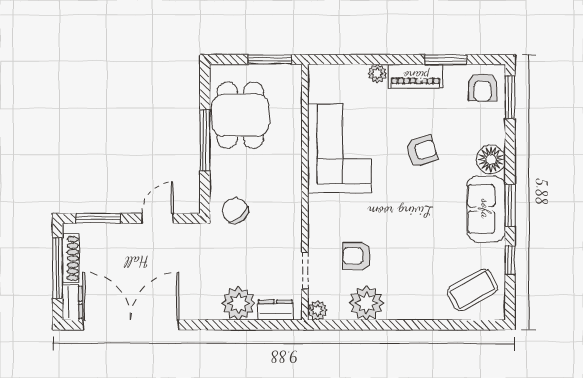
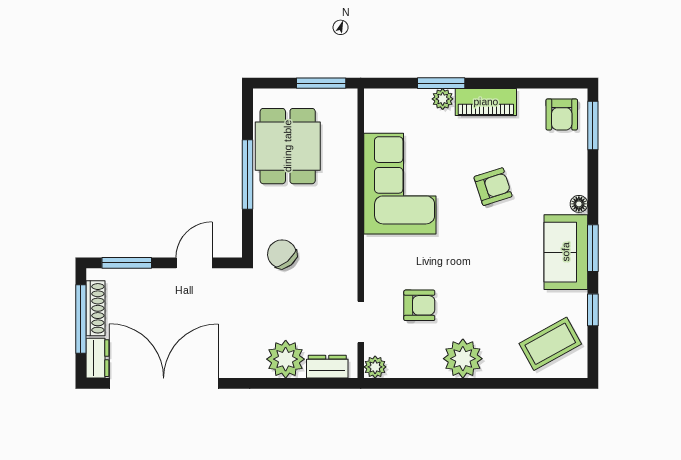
window: (446, 59) -> (441, 83), moved
floor lamp: (491, 159) -> (579, 204), width x0.53, depth x0.53
armchair: (357, 256) -> (419, 305), turned 180
plant: (366, 303) -> (463, 359), moved

